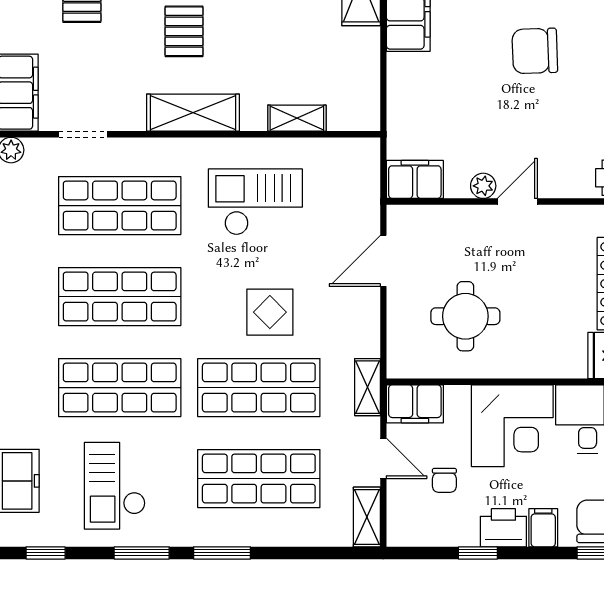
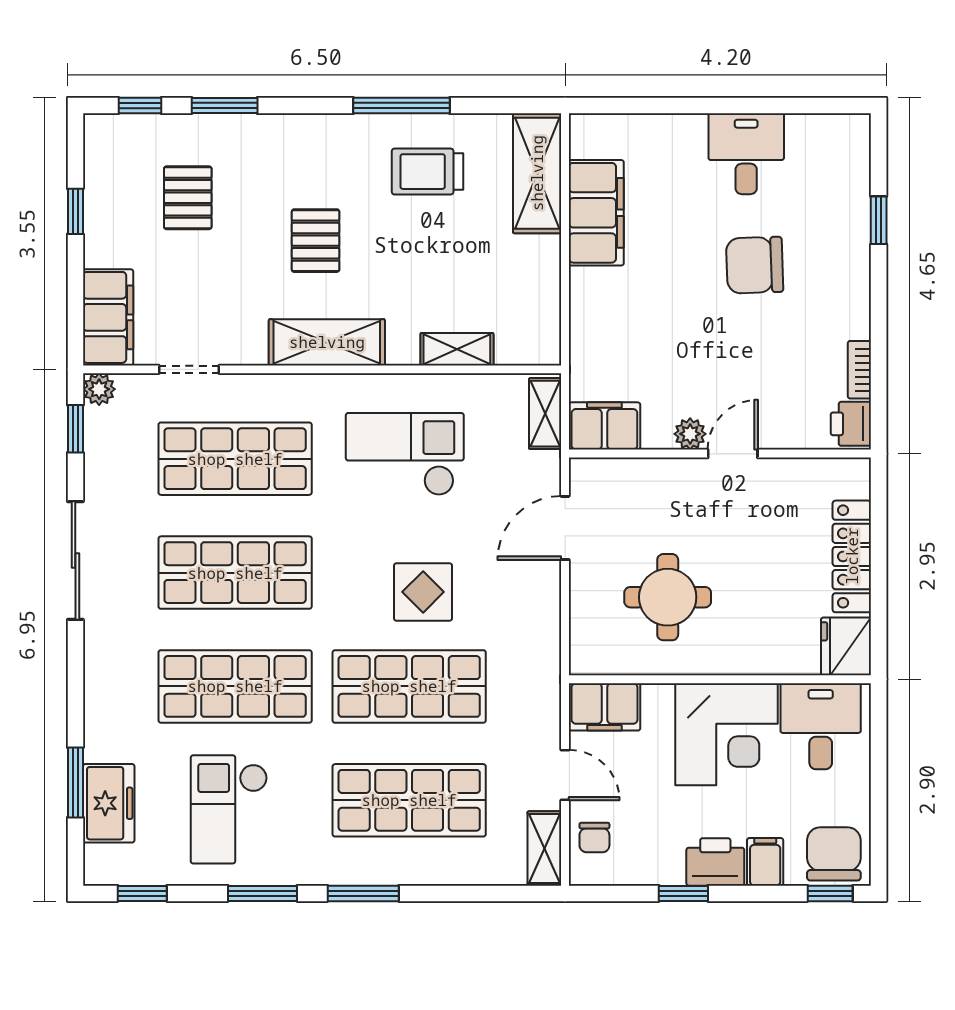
shelving: (367, 387) -> (545, 414), moved
chair: (444, 480) -> (594, 838), moved

